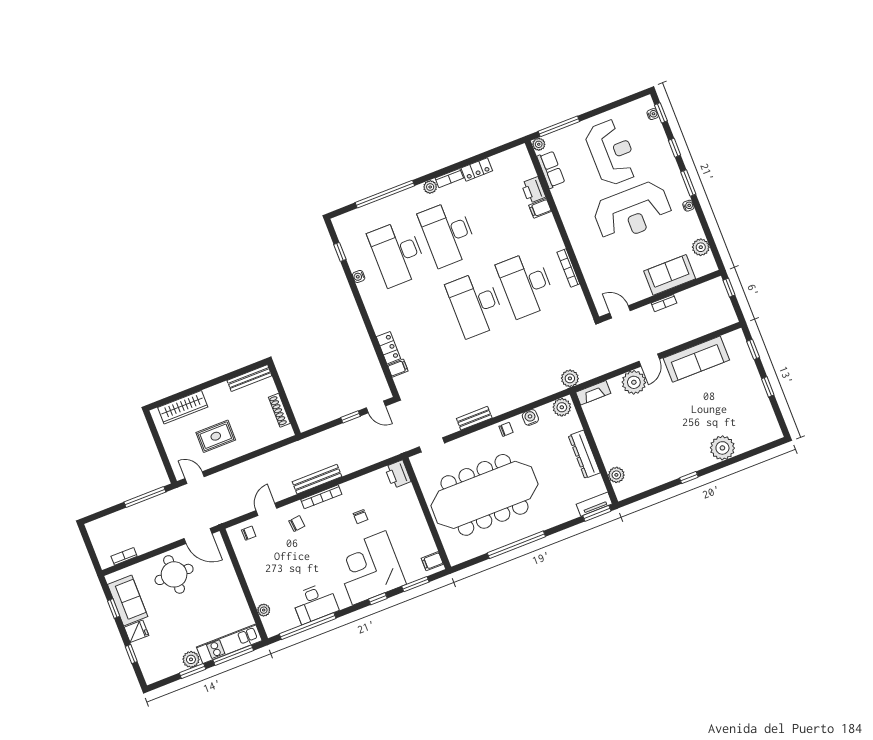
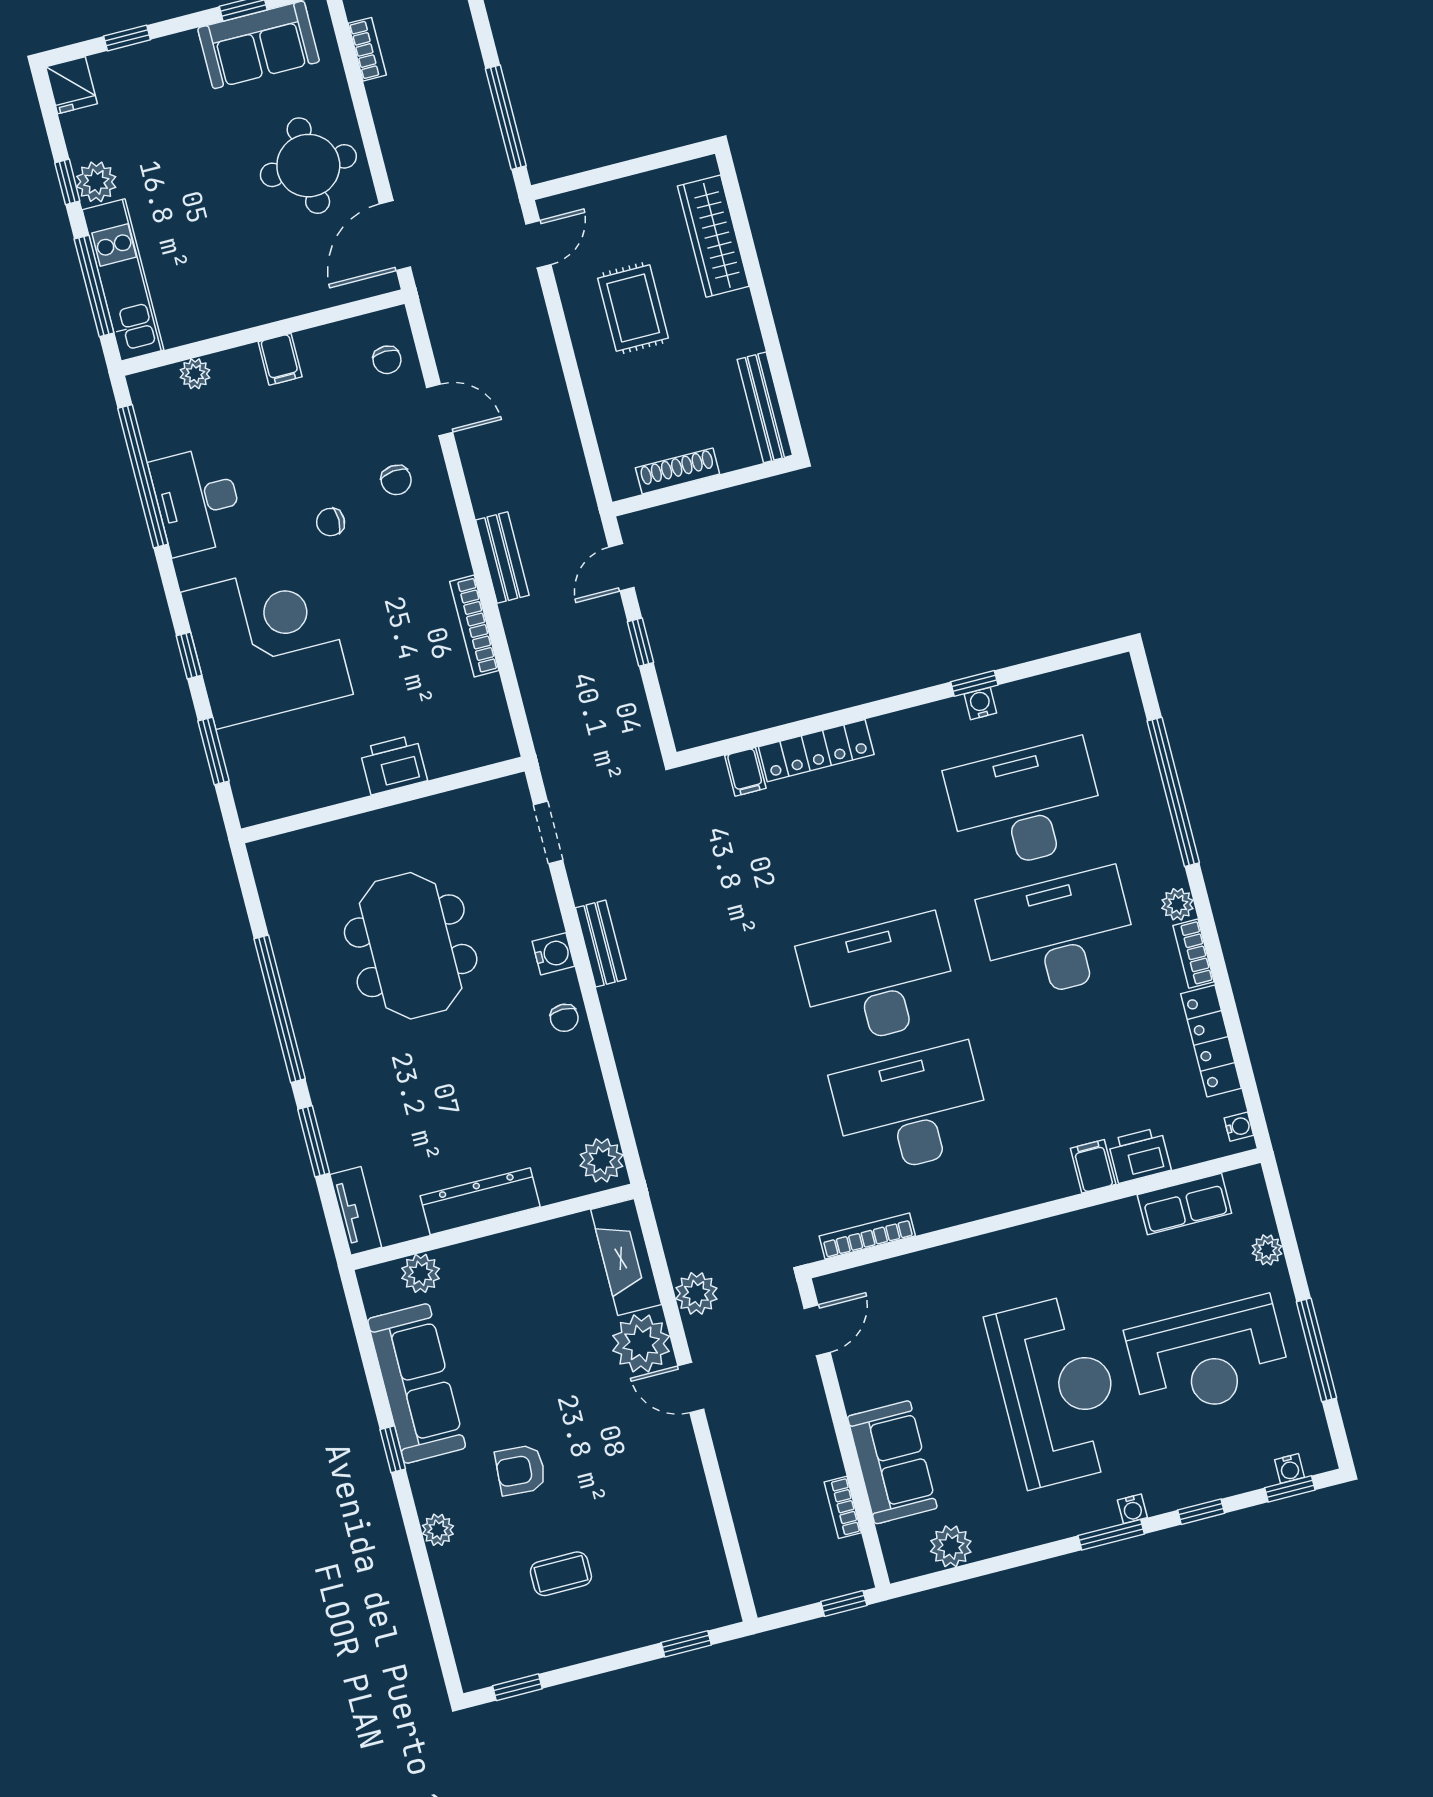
window: (559, 126) -> (1316, 1350), moved
plant: (539, 144) -> (1267, 1250), moved
water cooler: (517, 151) -> (1239, 1127), added
locker: (477, 169) -> (1211, 1041), width x1.53
water cooler: (688, 206) -> (1132, 1509), moved
reception desk: (633, 212) -> (1058, 1390), turned 180
window: (340, 252) -> (974, 683), moved
bookcase: (568, 268) -> (867, 1236), moved
bookcase: (664, 303) -> (843, 1507), moved
locker: (388, 348) -> (816, 751), width x1.53
sofa: (696, 359) -> (417, 1383), moved, turned 180
plant: (570, 378) -> (696, 1293), moved
window: (768, 387) -> (517, 1687), moved
fireplace: (593, 393) -> (626, 1257), width x1.37, depth x1.32
coffee table: (731, 403) -> (561, 1574), added
door: (376, 407) -> (621, 567), moved
water cooler: (530, 417) -> (553, 954), moved
armchair: (691, 425) -> (521, 1470), added
plant: (722, 448) -> (438, 1530), width x0.53, depth x0.53
printer: (398, 474) -> (393, 765), moved
bench: (317, 479) -> (502, 558), width x0.73
meeting table: (484, 495) -> (411, 946), width x0.54, depth x0.79
bookcase: (321, 497) -> (474, 626), moved
window: (597, 513) -> (314, 1141), moved
chair: (361, 517) -> (331, 522), moved
filing cabinet: (432, 561) -> (280, 359), moved, turned 180
fridge: (136, 631) -> (71, 85), moved
window: (192, 671) -> (67, 182), width x0.67

